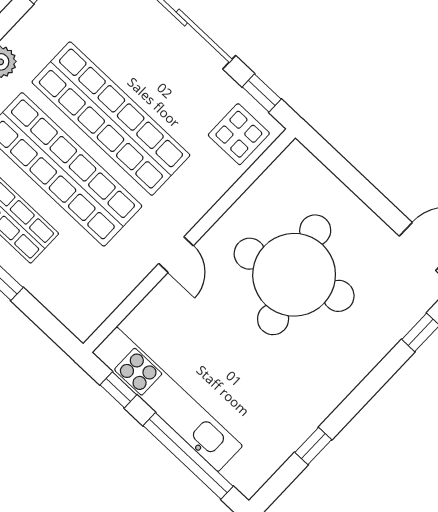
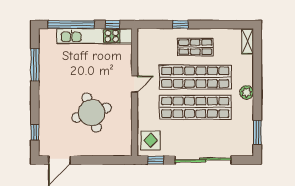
door: (176, 255) -> (135, 84), swing flipped
round table: (294, 275) -> (92, 113), width x0.73, depth x0.73
window: (313, 446) -> (35, 65), width x2.17

